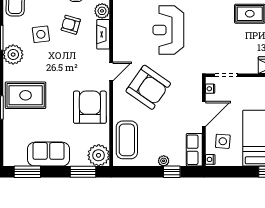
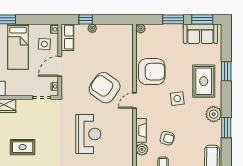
side table: (41, 34) -> (177, 99), moved
rug: (26, 95) -> (204, 81), turned 90
armchair: (90, 107) -> (152, 72), turned -90
coffee table: (127, 140) -> (122, 45), removed
sofa: (48, 154) -> (200, 34), moved
plant: (99, 155) -> (141, 29), width x0.53, depth x0.53
window: (83, 172) -> (173, 19), moved

